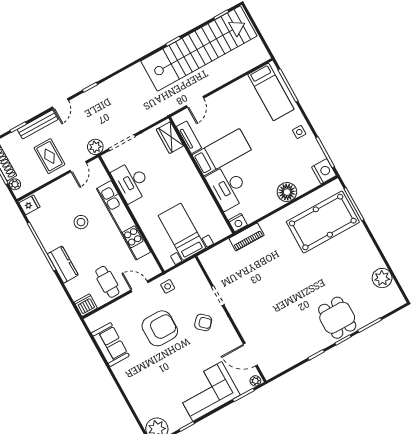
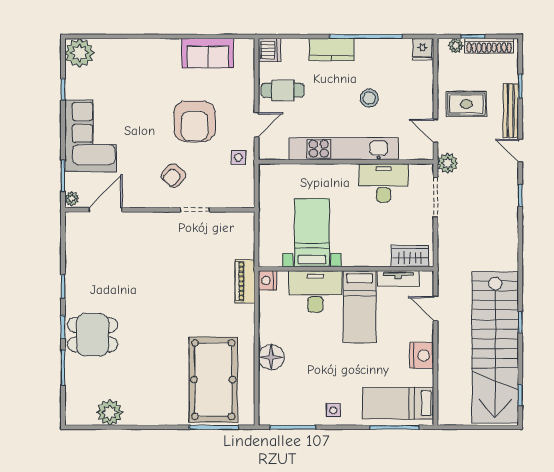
nightstand: (324, 171) -> (422, 356), moved, turned -90
bed with nightstands: (182, 232) -> (312, 233), moved, turned -90

